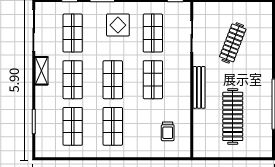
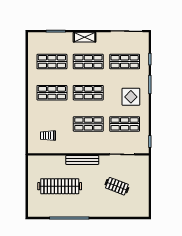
clothes rail: (233, 43) -> (117, 186), width x0.73
shelving: (41, 71) -> (85, 37), moved

